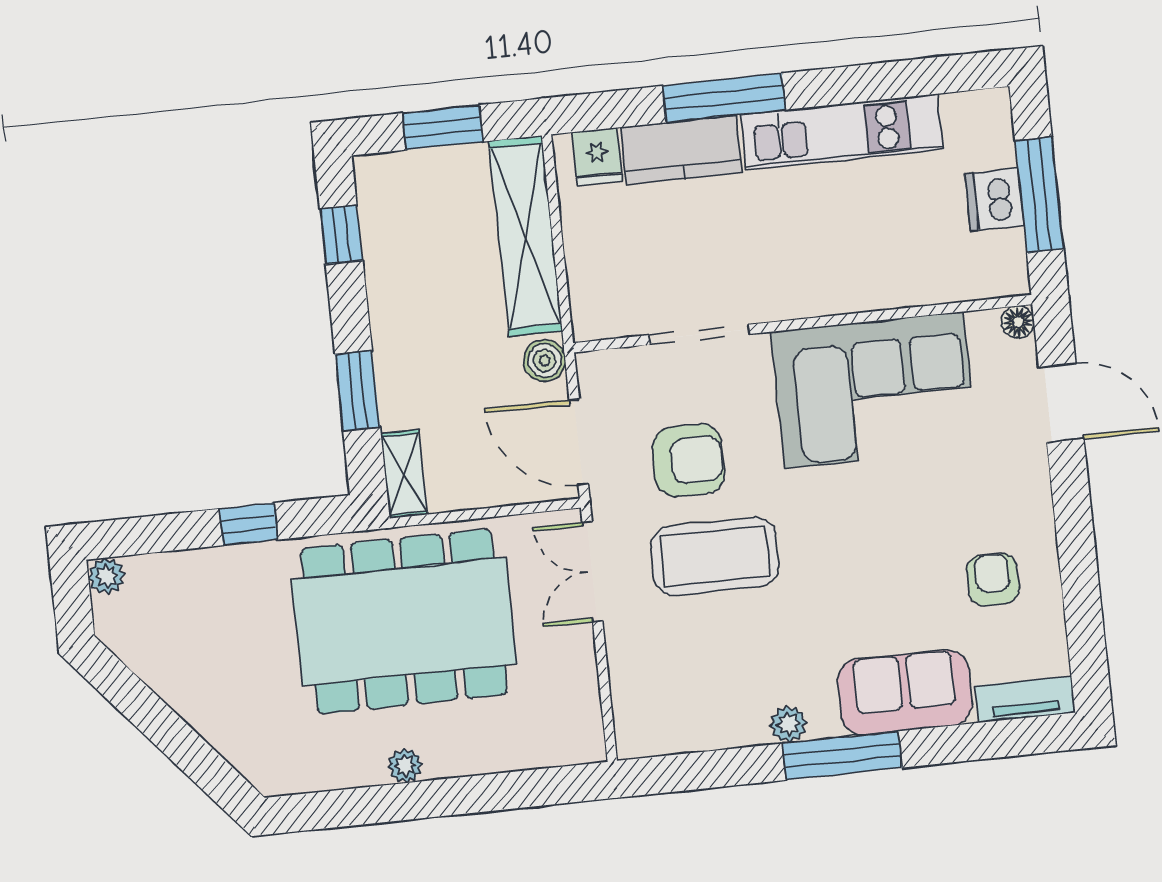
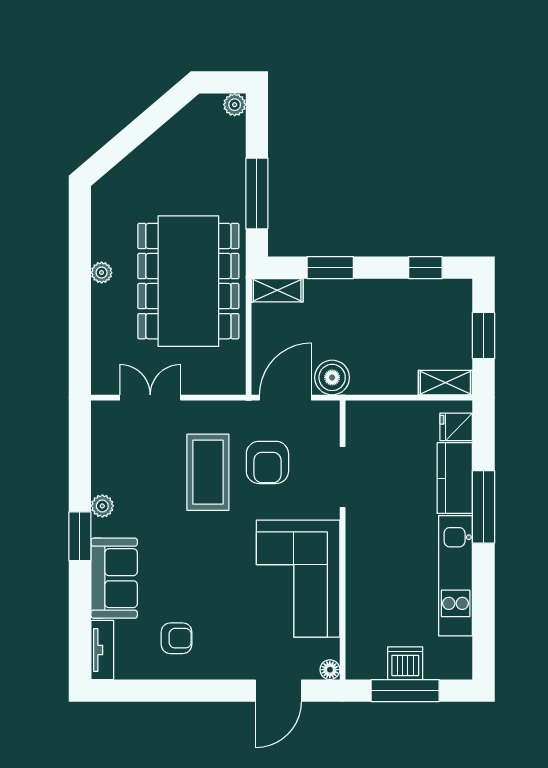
shelving: (526, 236) -> (445, 383), width x0.45, depth x0.75
boiler: (544, 361) -> (332, 377), width x1.36, depth x1.36
window: (248, 524) -> (257, 193), width x2.17
double door: (592, 572) -> (150, 398), moved
window: (842, 756) -> (80, 536), width x0.69

